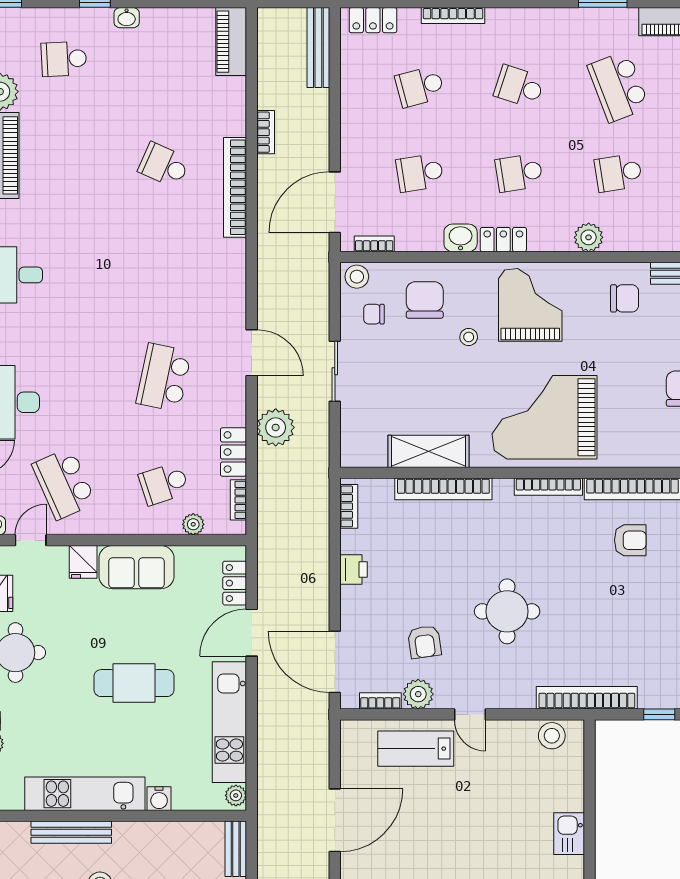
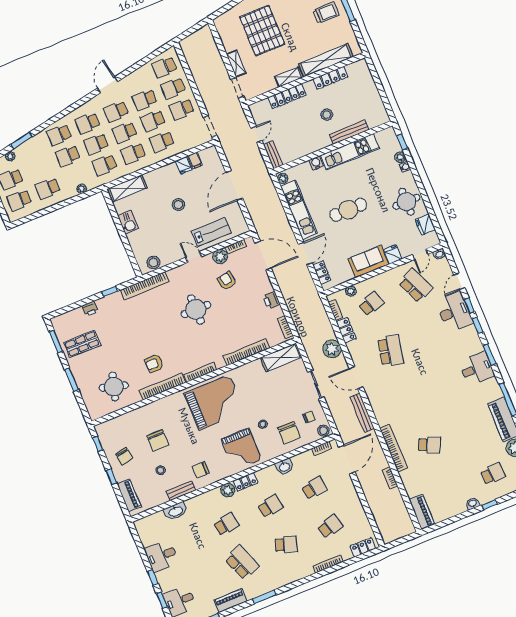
bench: (318, 48) -> (362, 413), moved
locker: (503, 240) -> (245, 482), moved
shelving: (429, 451) -> (281, 357), moved
stool: (458, 828) -> (178, 205), added

